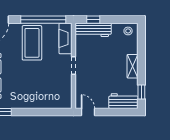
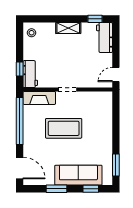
workbench: (93, 30) -> (30, 74), width x0.73
coffee table: (32, 43) -> (64, 128), moved

